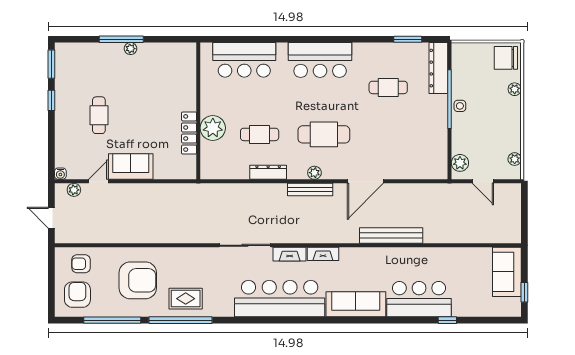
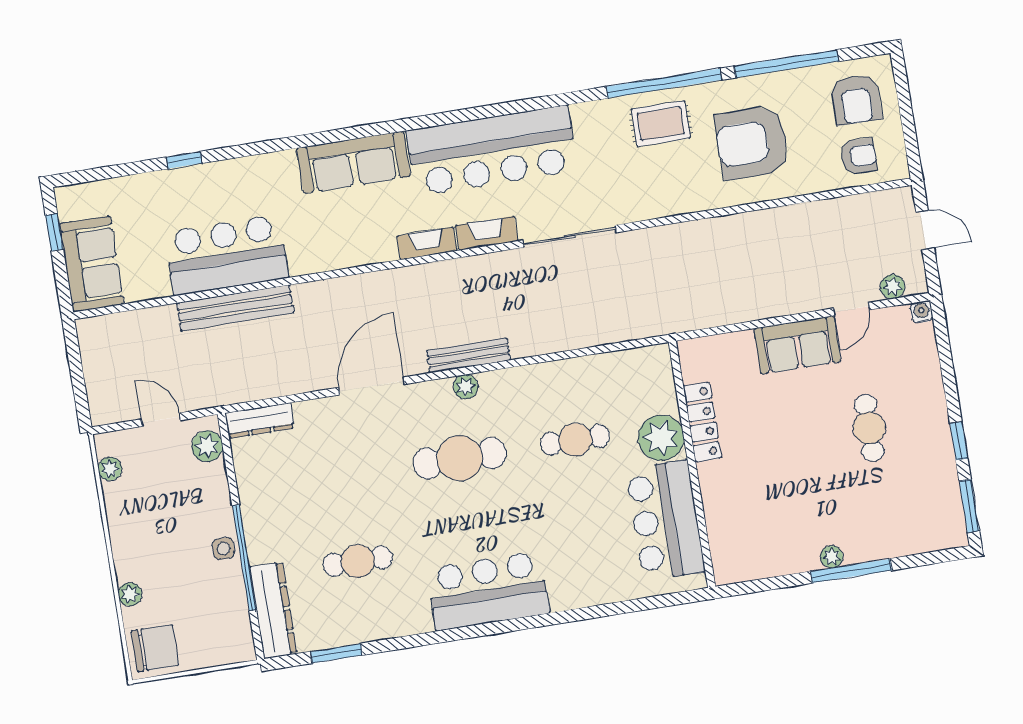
bar counter: (244, 60) -> (665, 520), moved, turned -90
dresser: (268, 172) -> (260, 421), moved
bench: (391, 236) -> (235, 308), moved
bar counter: (419, 299) -> (226, 255), moved, turned 180

